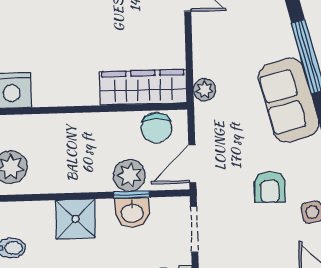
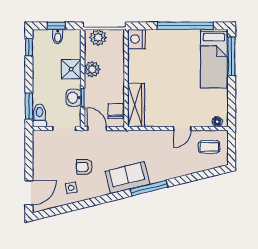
plant: (205, 90) -> (134, 136), removed
chair: (157, 128) -> (116, 111), turned 90
plant: (129, 175) -> (92, 69), moved

